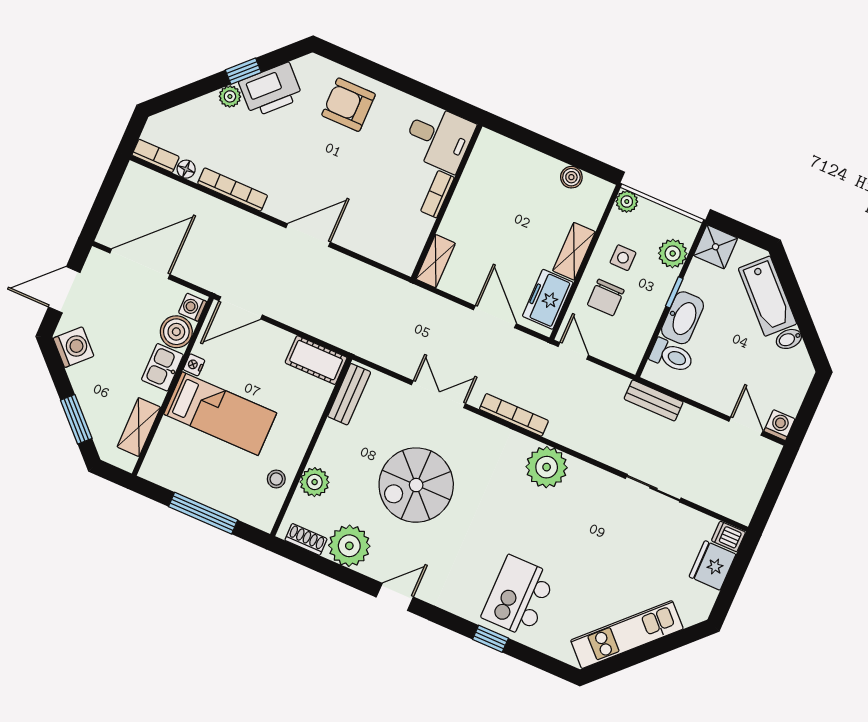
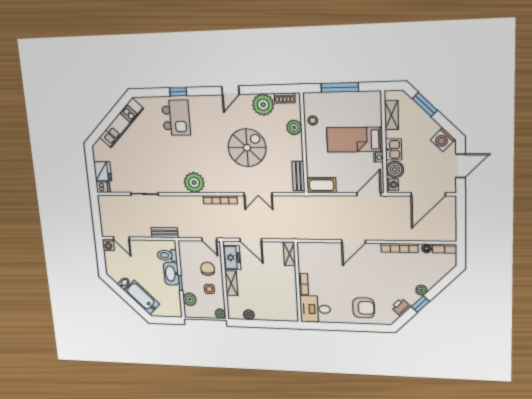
printer: (271, 90) -> (401, 307), width x0.53, depth x0.68
shower: (716, 247) -> (174, 309), removed

